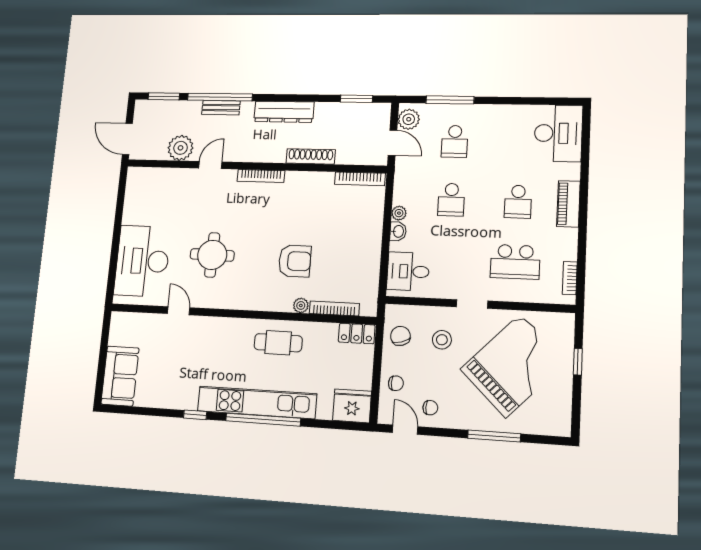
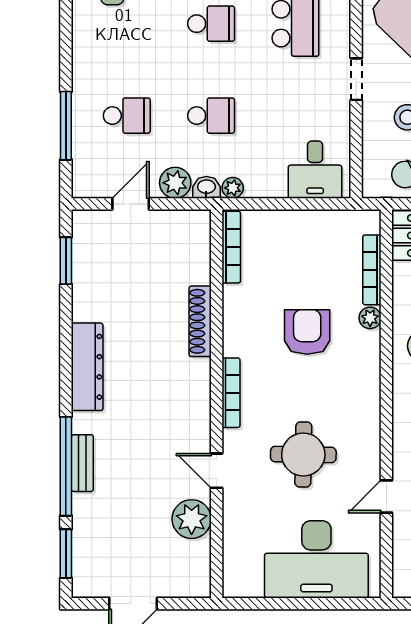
plant: (409, 119) -> (175, 183), moved
plant: (181, 148) -> (192, 519), moved
shoe rack: (311, 156) -> (200, 321), moved
door: (210, 165) -> (217, 471), moved
wall: (254, 166) -> (217, 404), moved
bookcase: (261, 176) -> (231, 393), moved
bookcase: (360, 179) -> (231, 247), moved
washbasin: (398, 231) -> (206, 187), moved

